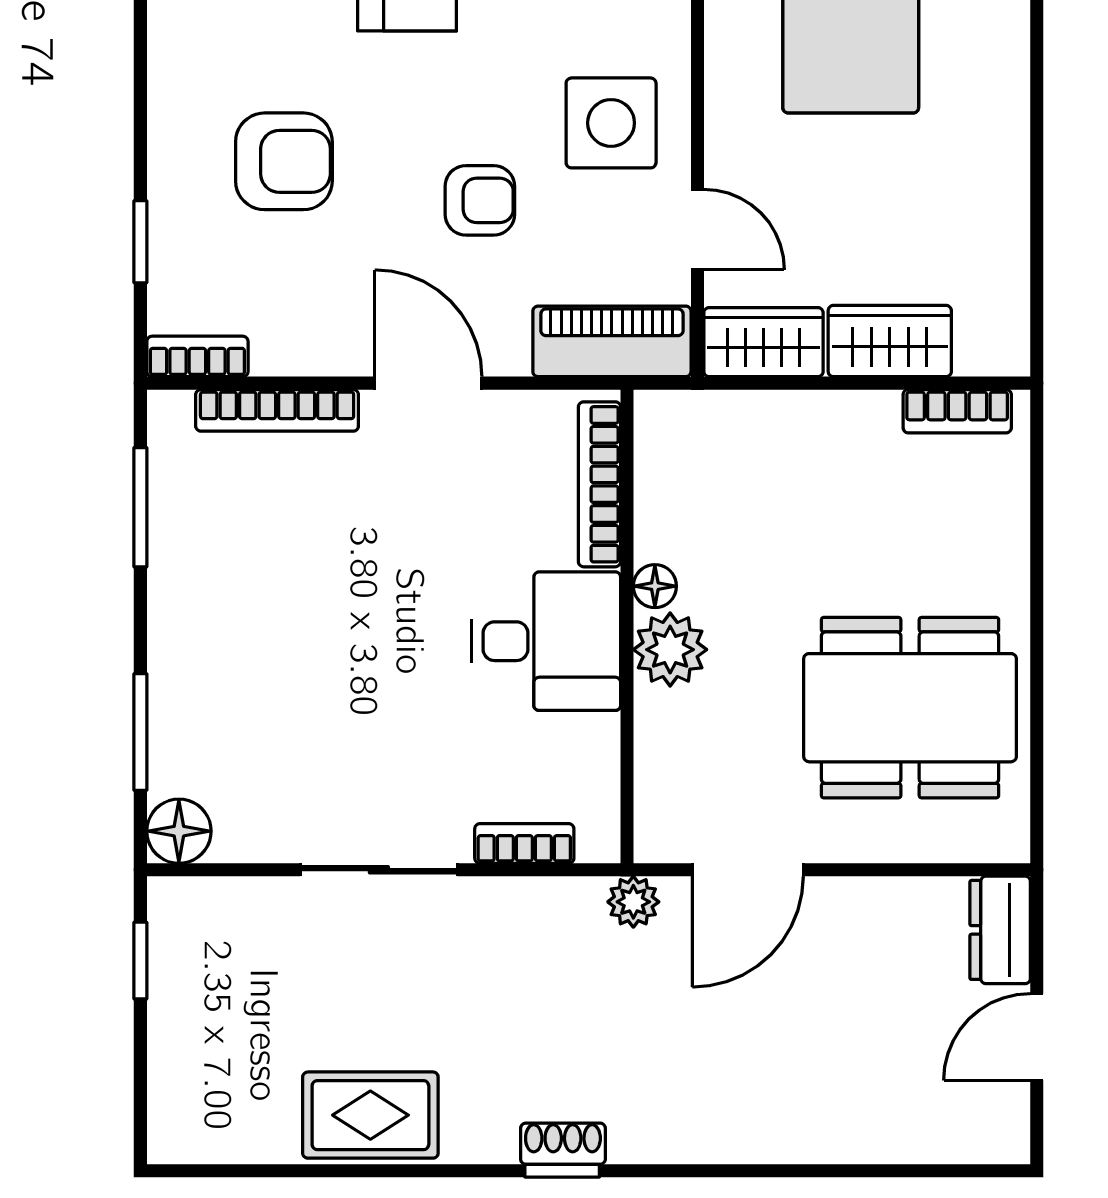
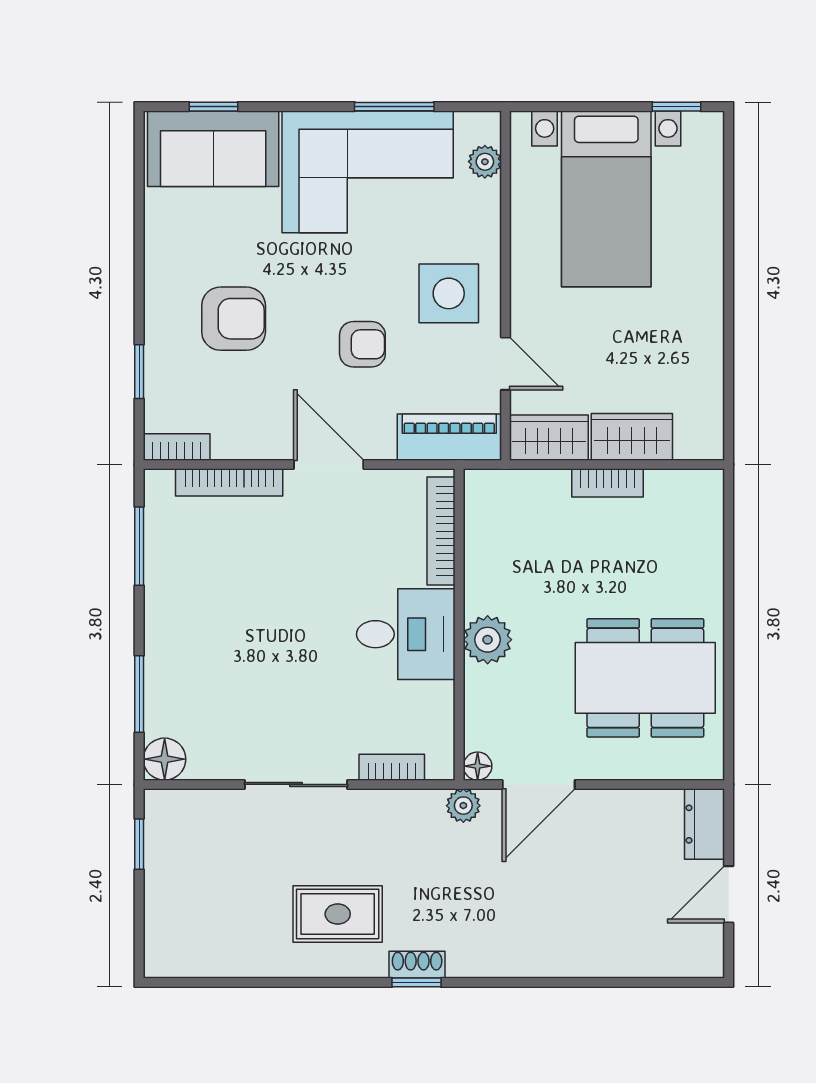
bookcase: (957, 411) -> (608, 483), moved
floor lamp: (655, 586) -> (478, 766), moved
rug: (370, 1115) -> (338, 914), moved

